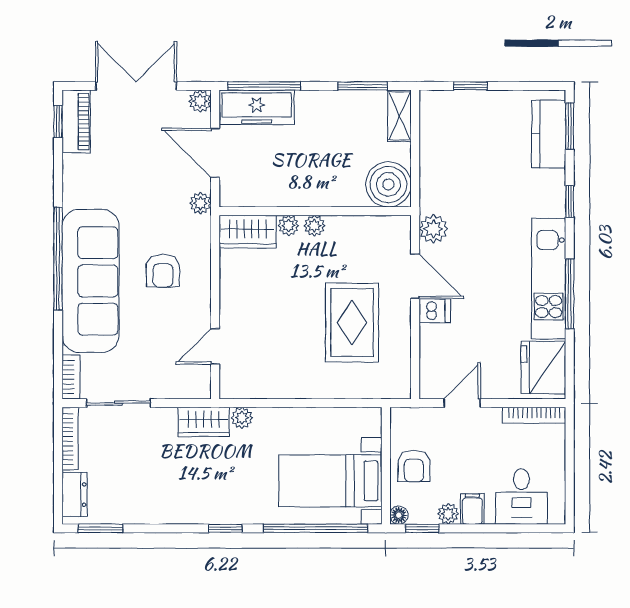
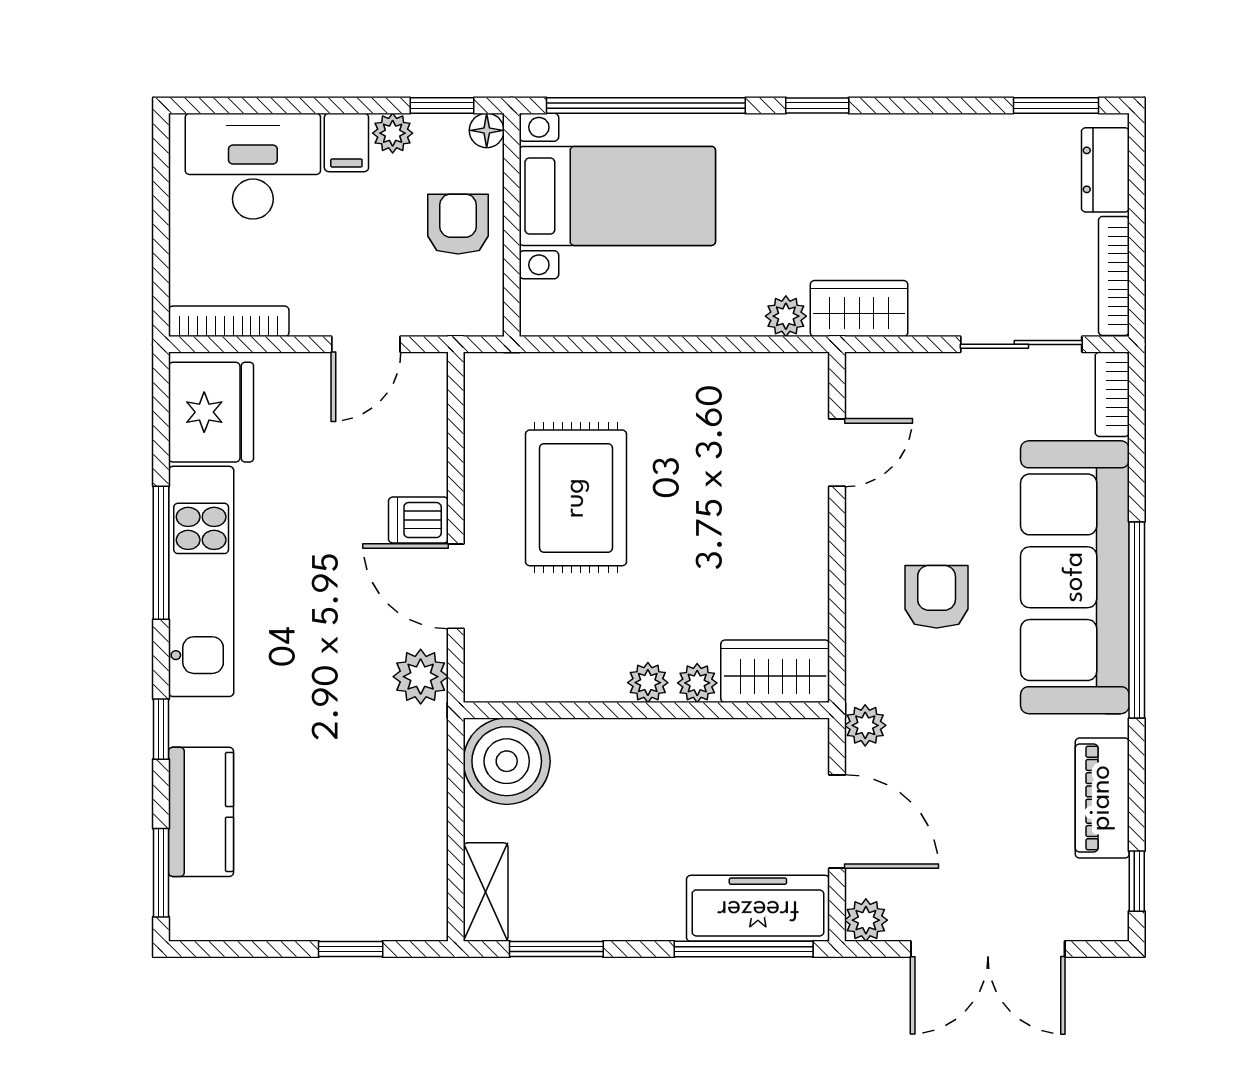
piano: (76, 121) -> (1102, 798), moved
kitchen counter: (549, 134) -> (201, 812), moved
desk: (521, 496) -> (253, 166), width x1.37

